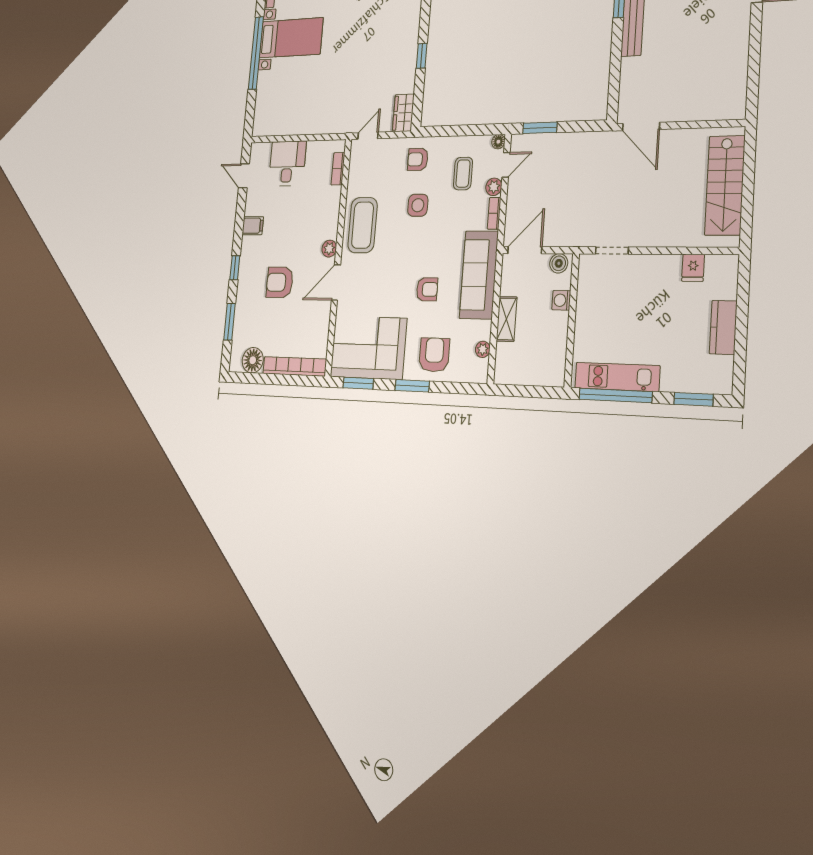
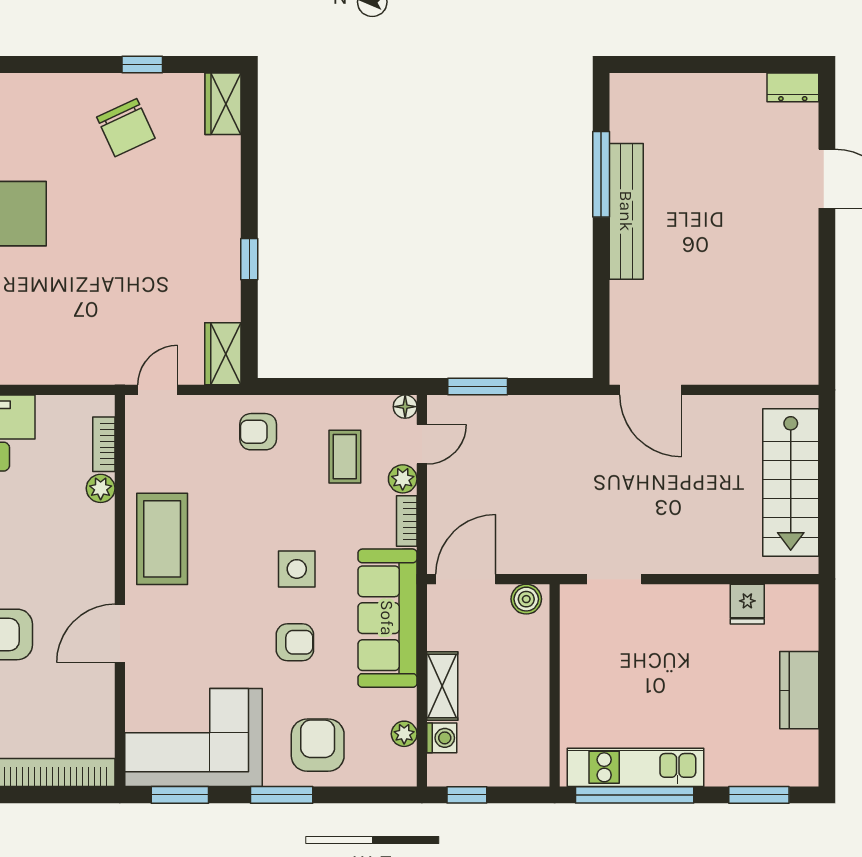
side table: (418, 205) -> (297, 569), moved
plant: (329, 249) -> (101, 488), moved
washing machine: (561, 300) -> (442, 738), moved, turned 180
window: (516, 391) -> (467, 795), added

